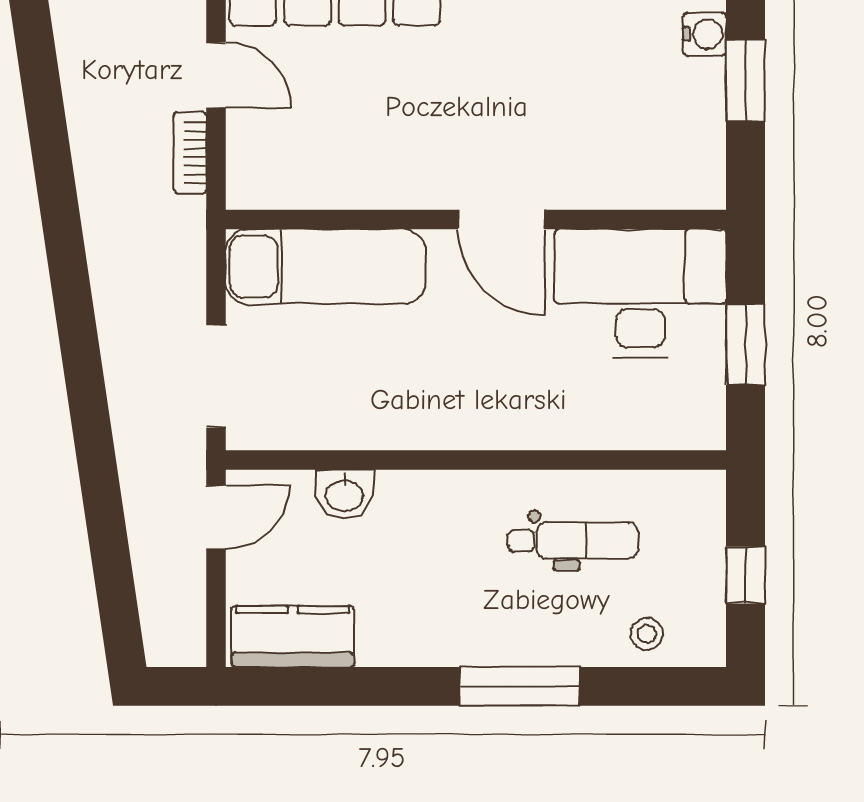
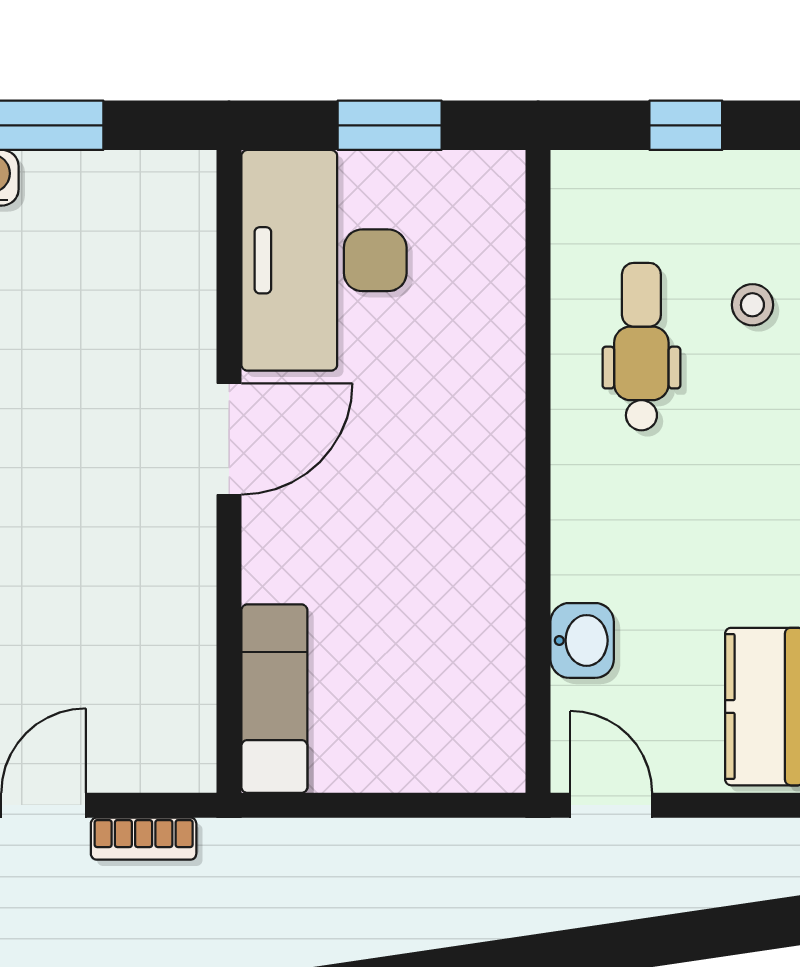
exam couch: (326, 266) -> (274, 699), width x0.73, depth x0.69
doorway: (216, 376) -> (430, 805), removed
stool: (647, 634) -> (752, 305), moved

